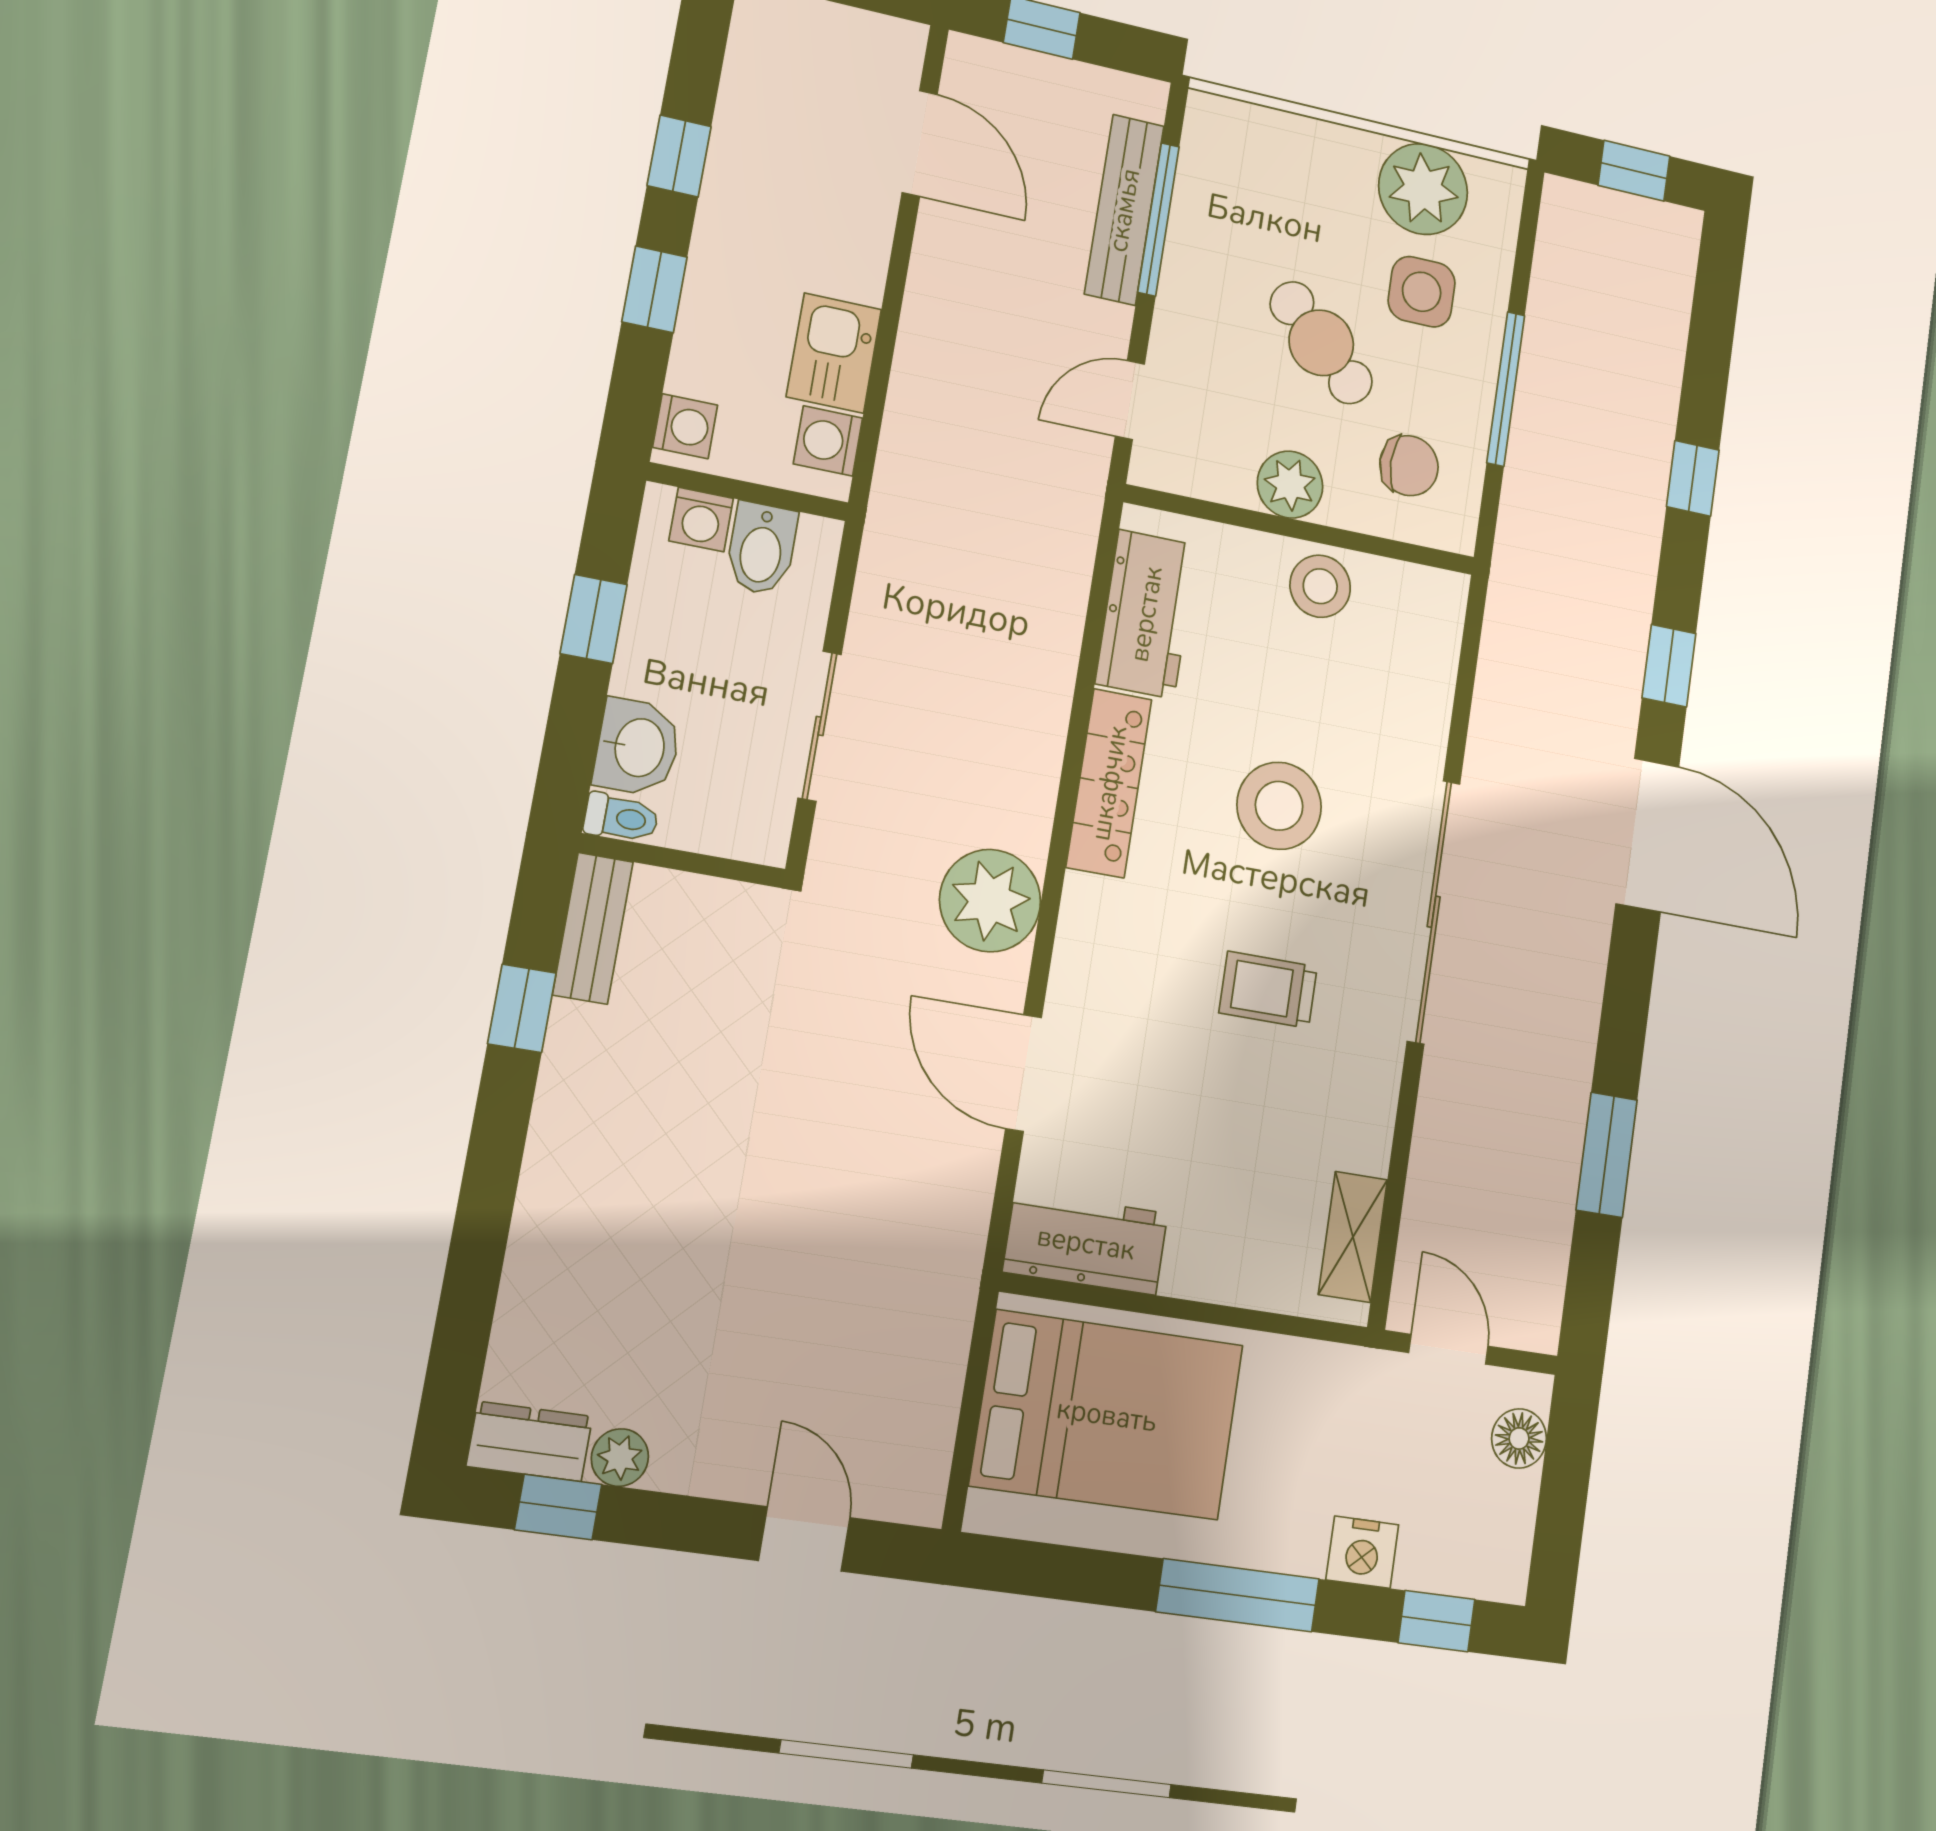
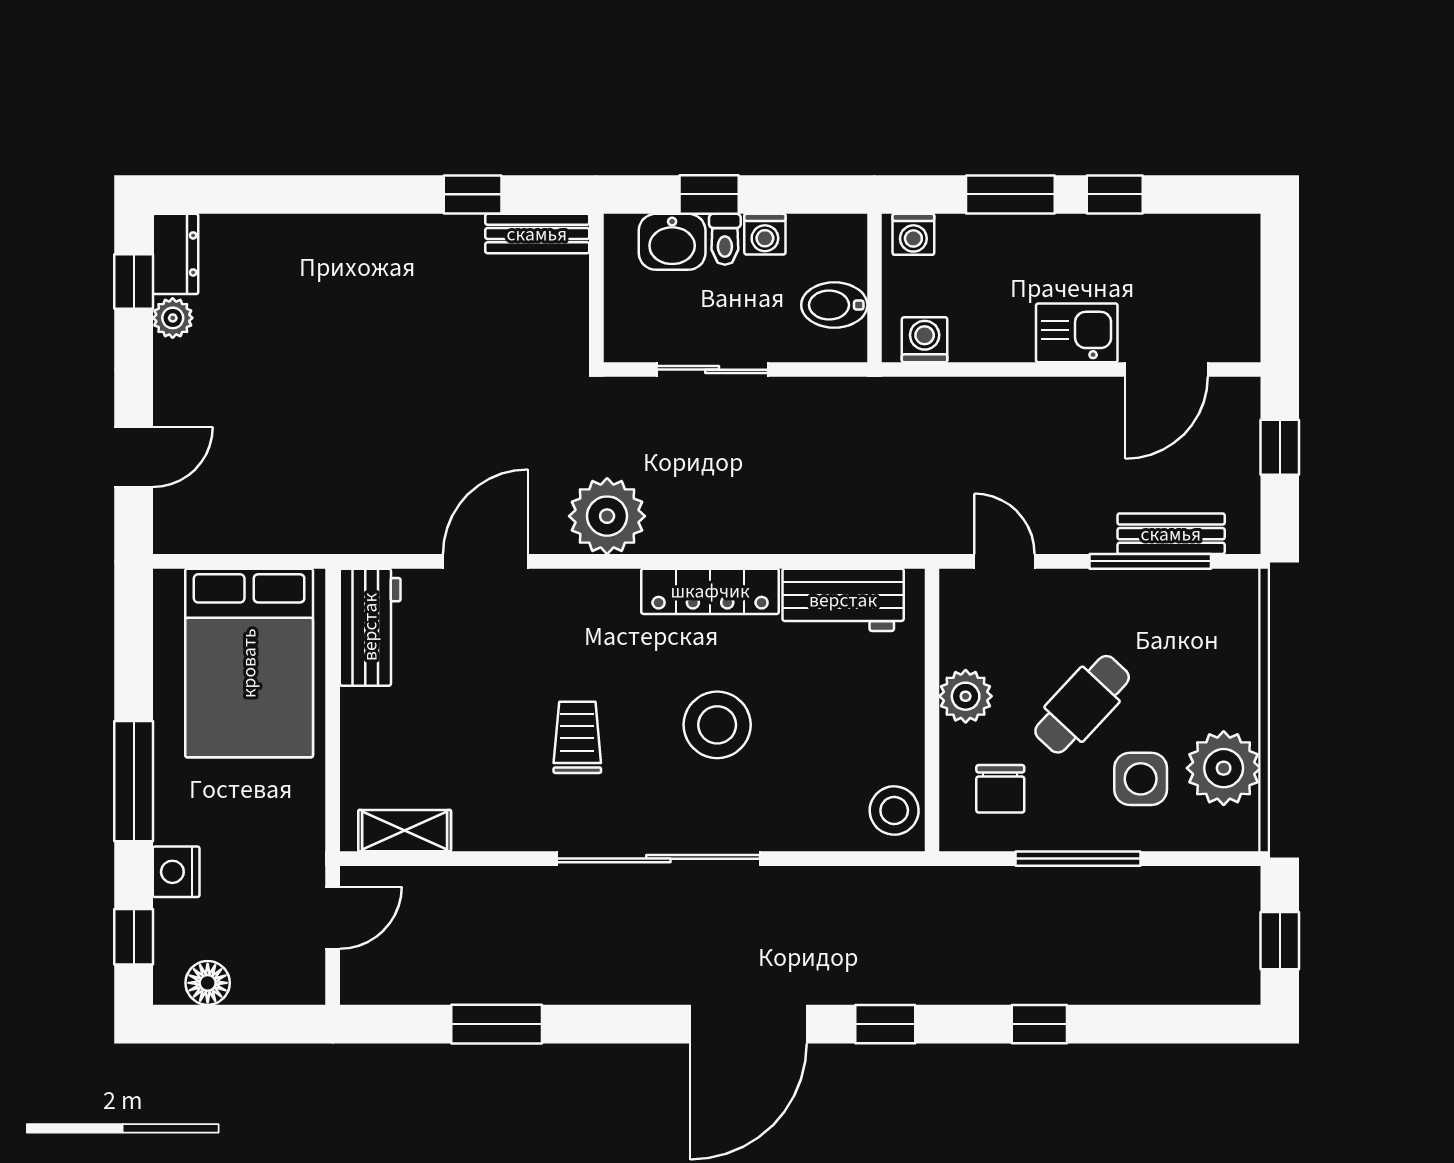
bench: (1124, 210) -> (1171, 534), width x0.73
window: (655, 289) -> (1010, 194), width x1.50
kitchen sink: (834, 353) -> (1077, 333), moved
washing machine: (701, 520) -> (765, 234), moved, turned -90
stool: (1320, 586) -> (894, 810), moved
window: (594, 619) -> (709, 194), moved
toilet: (621, 818) -> (725, 239), moved
floor lamp: (1519, 1438) -> (208, 983), moved

